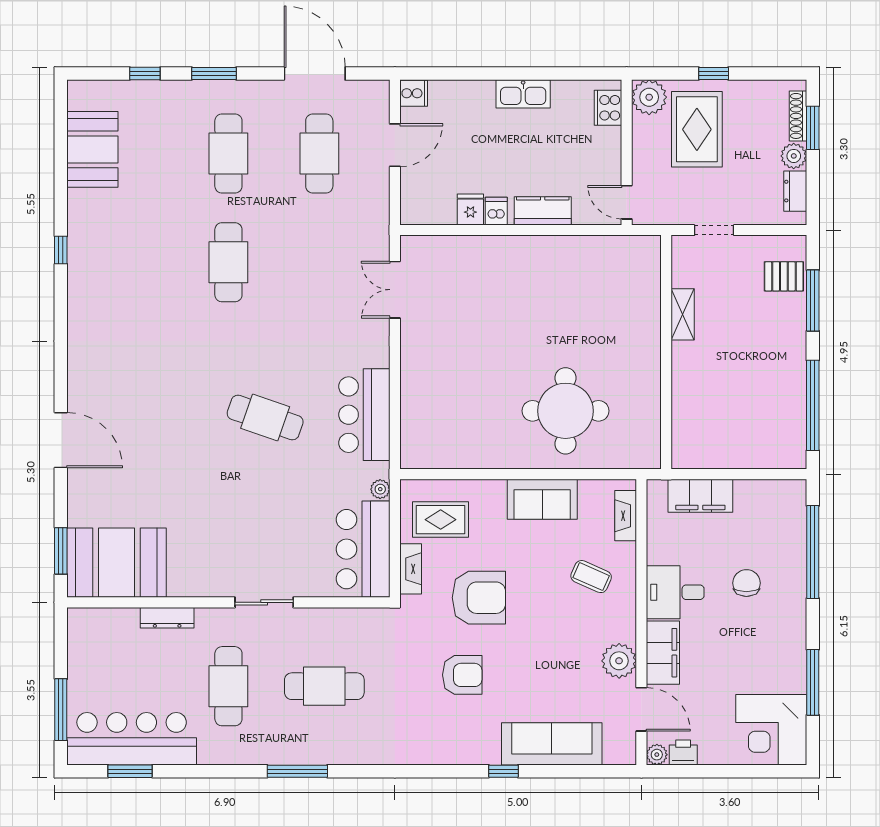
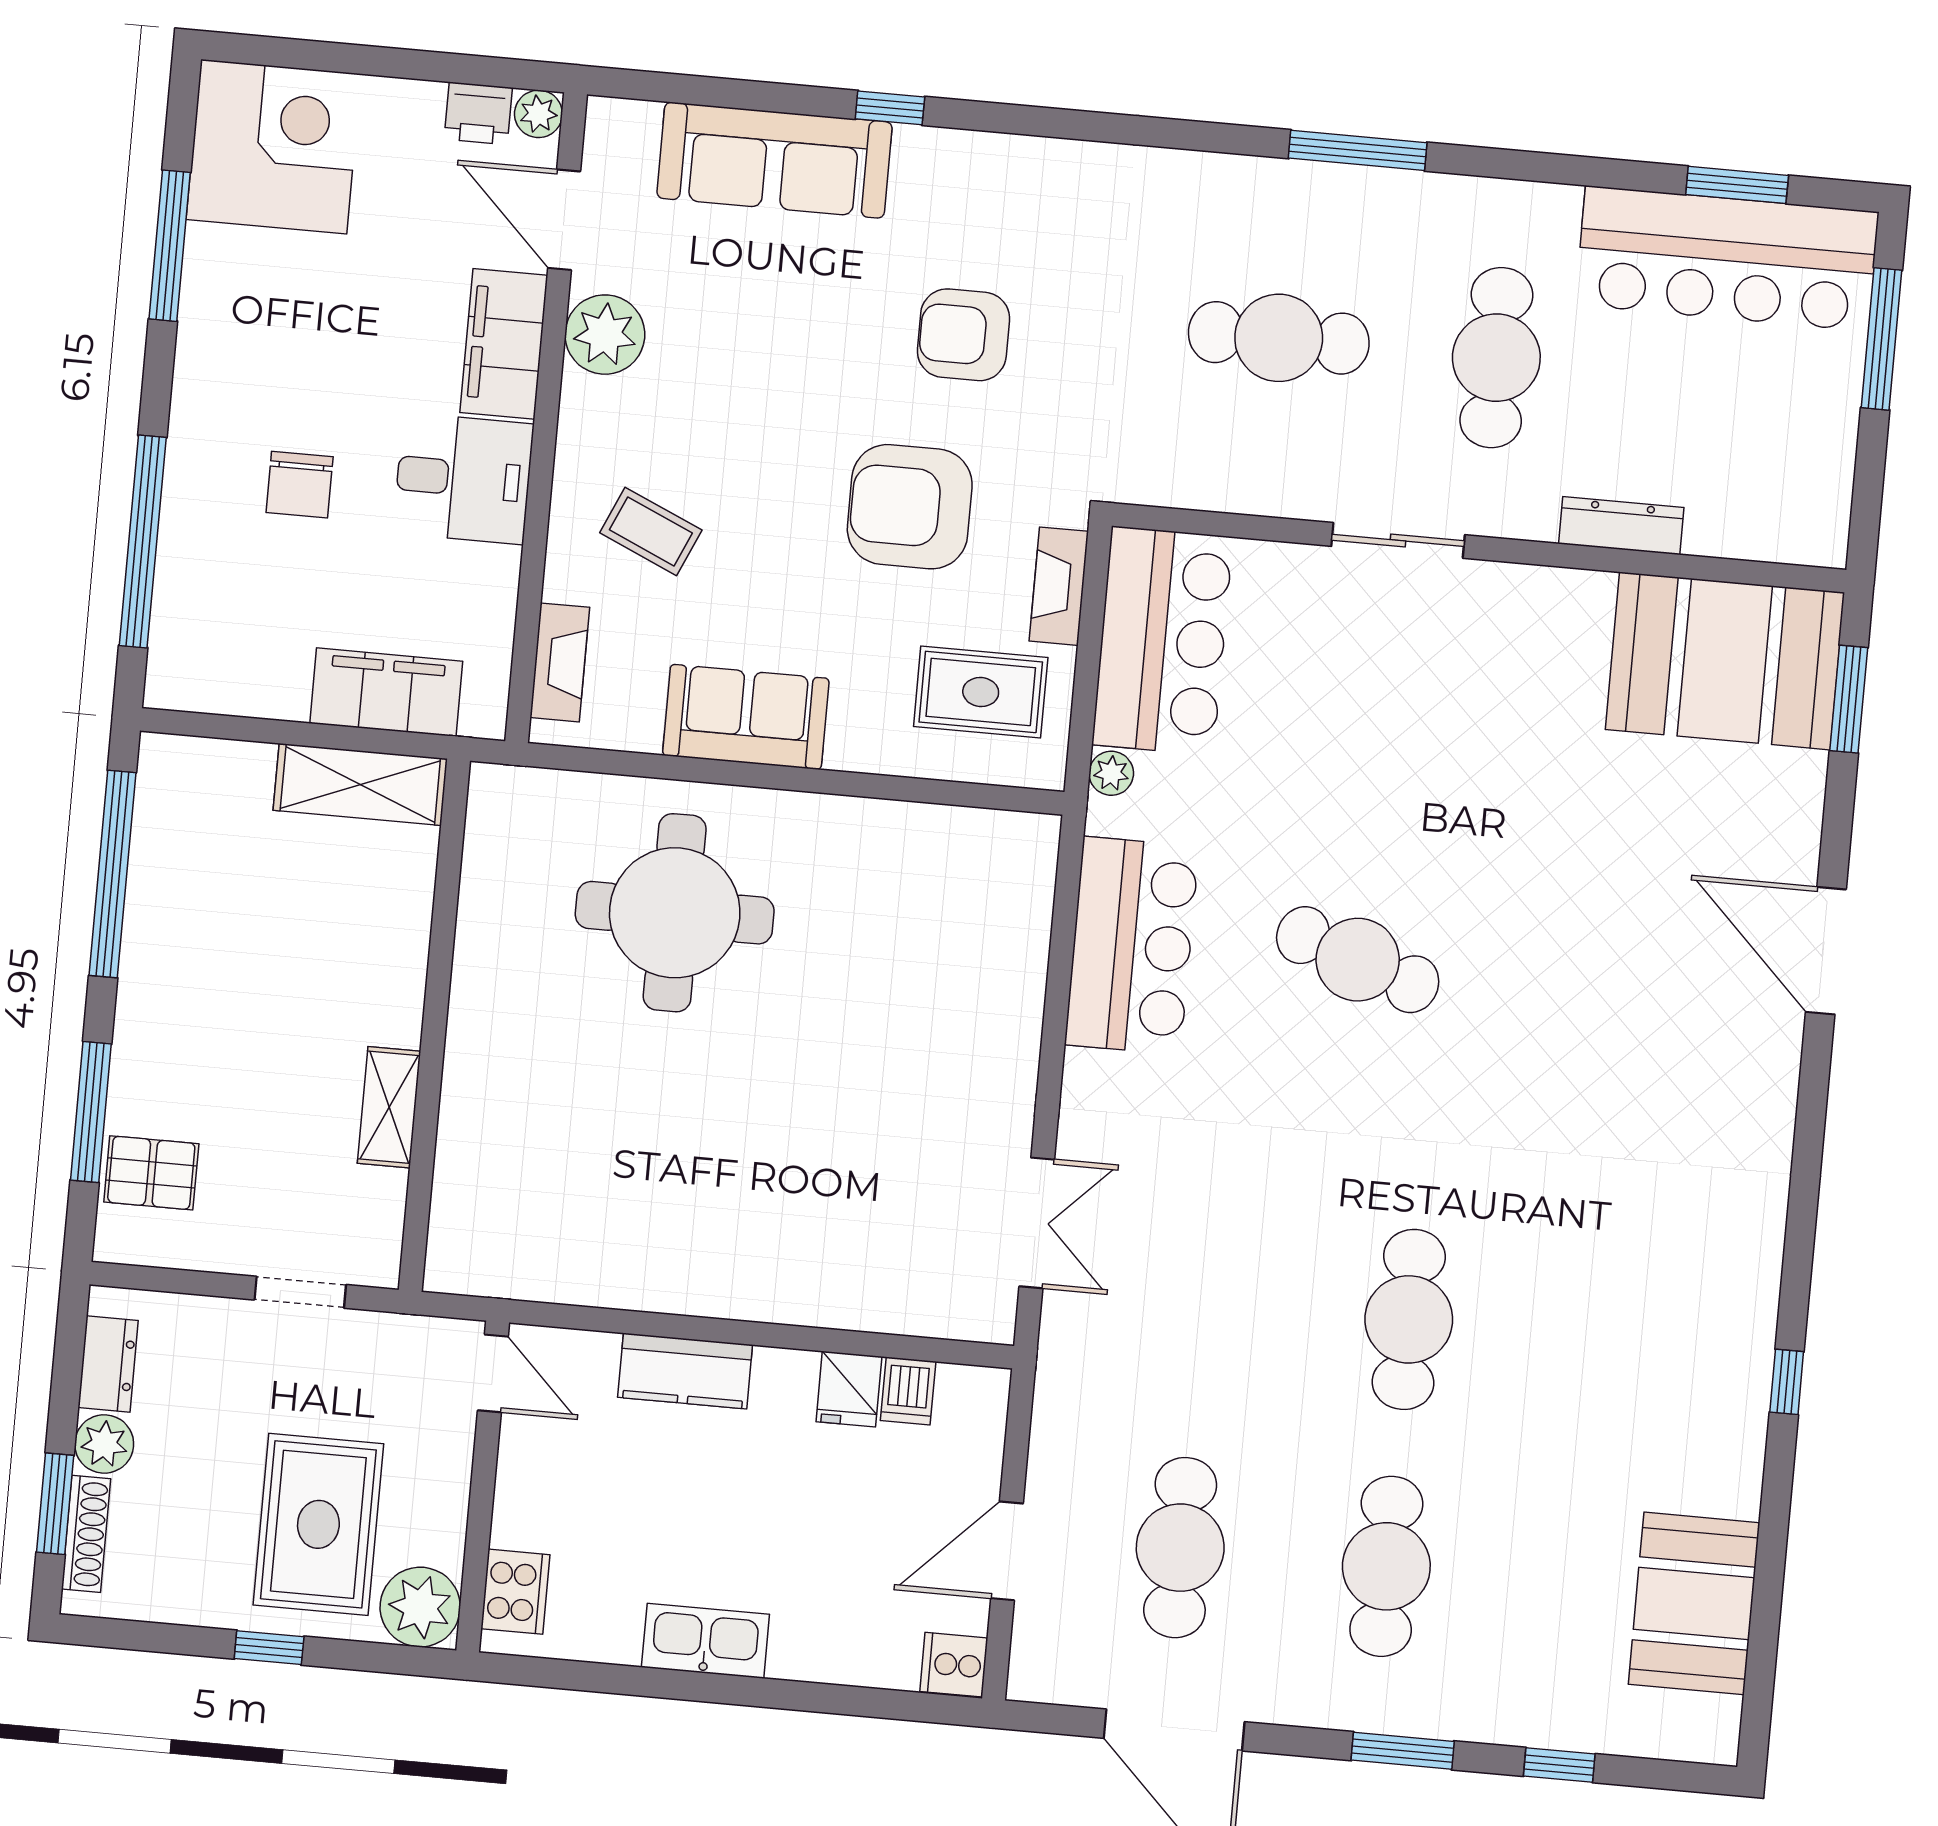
dishwasher: (496, 211) -> (908, 1391), moved
shelving: (708, 454) -> (360, 784), added

